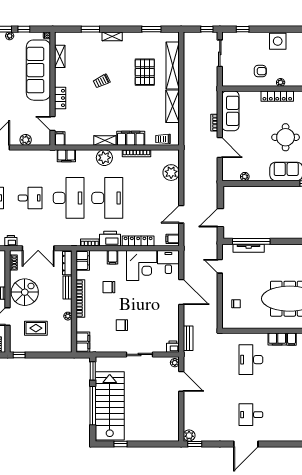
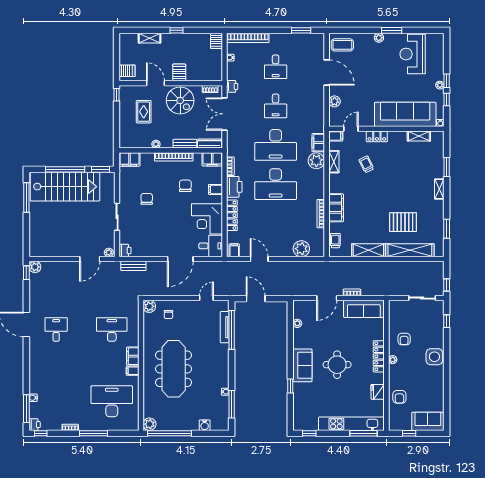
trolley: (102, 81) -> (366, 164), moved
shelving: (105, 140) -> (334, 162), moved
plant: (104, 158) -> (316, 161), moved
plant: (228, 323) -> (149, 306), added
window: (121, 444) -> (26, 198), width x2.17

